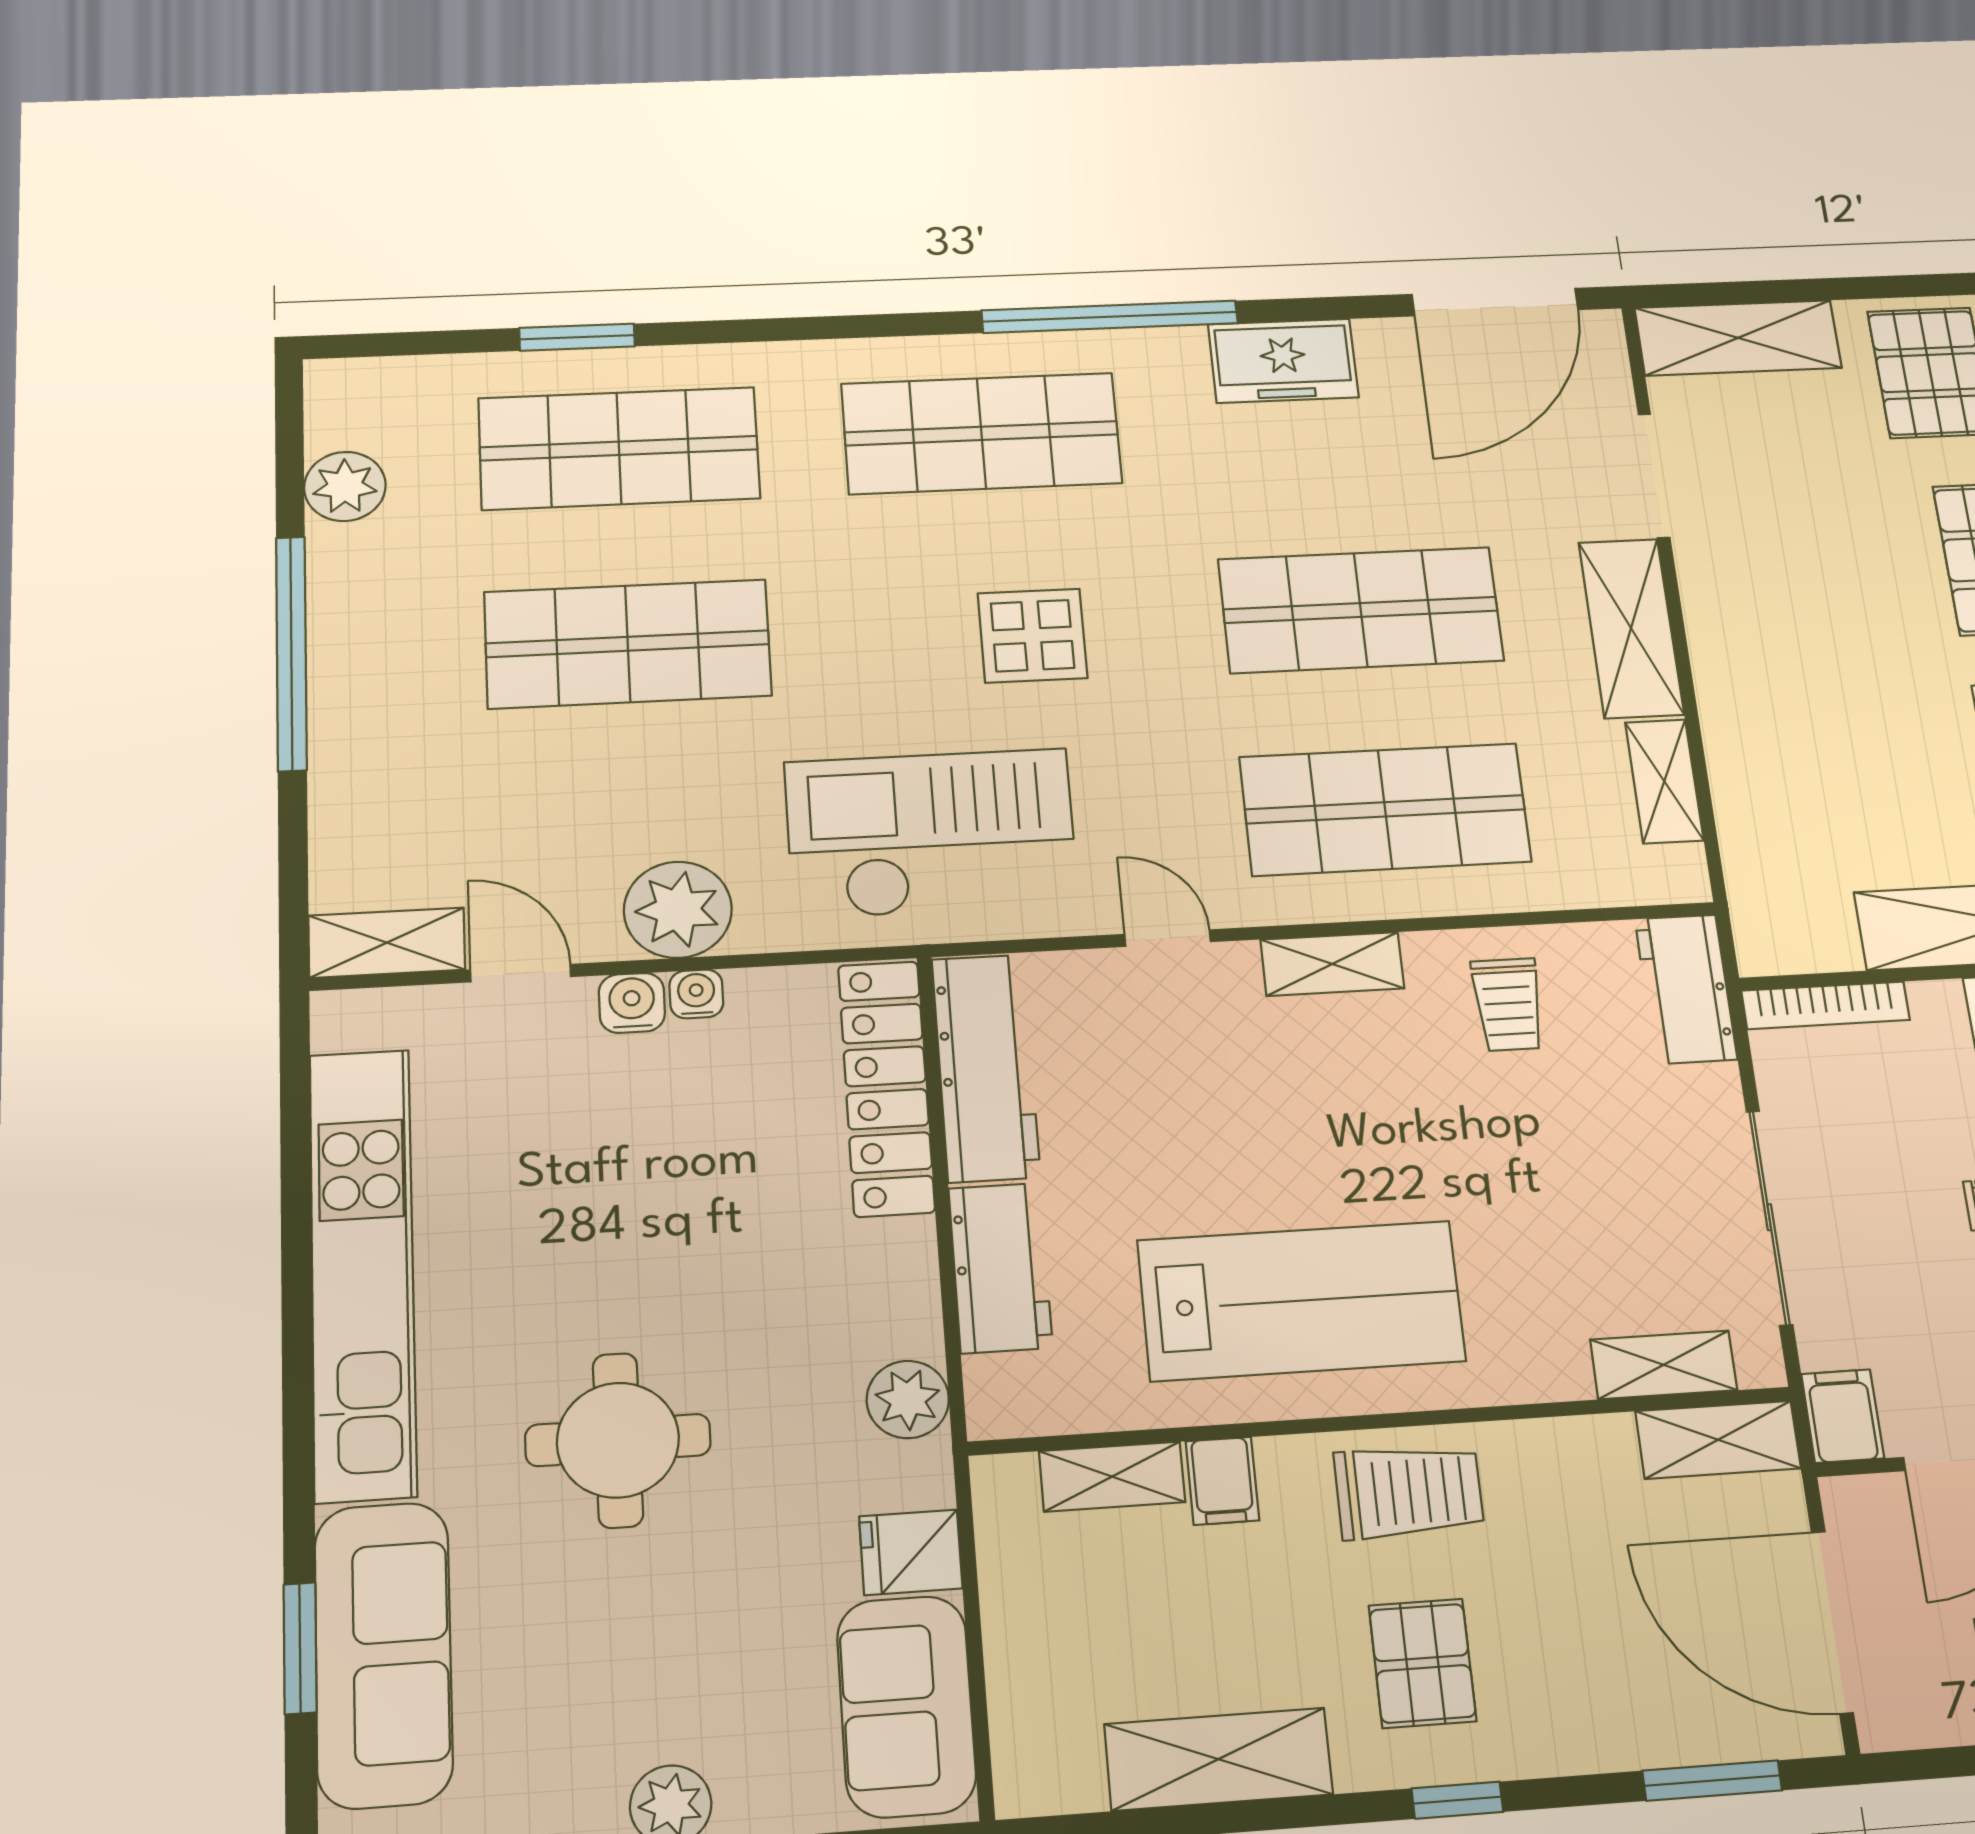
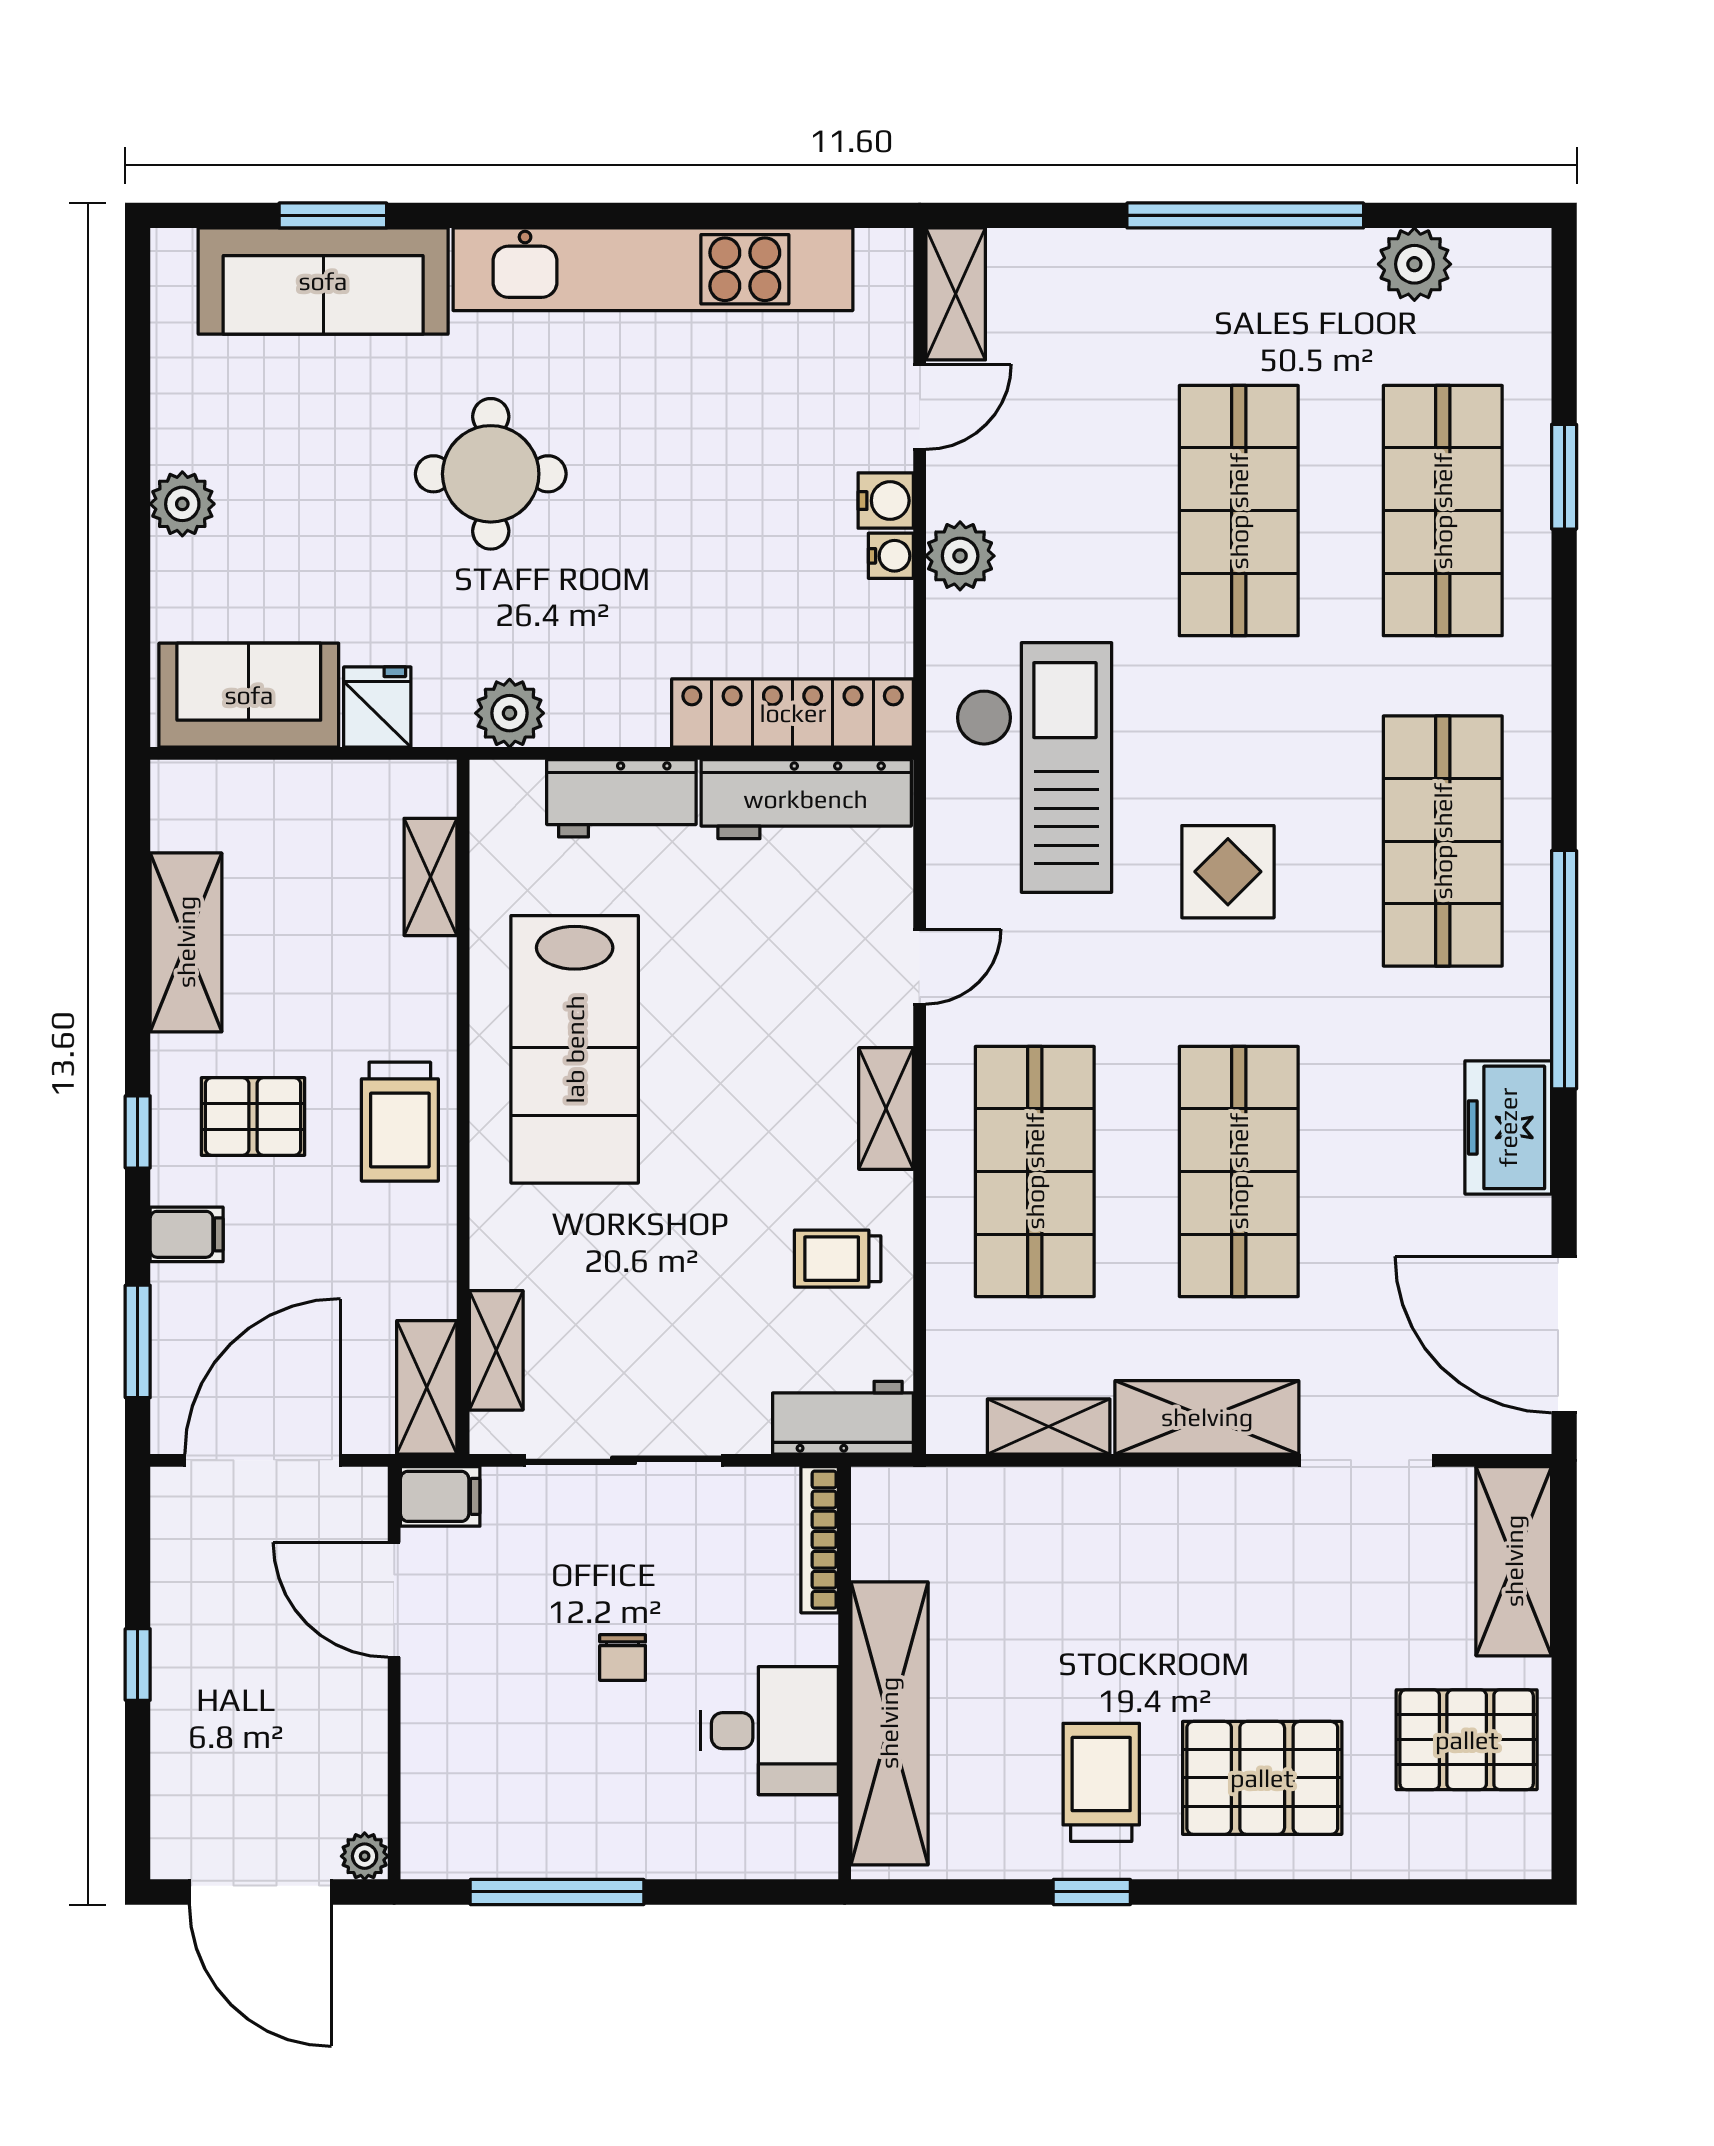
plant: (678, 910) -> (960, 556), width x0.73, depth x0.73
filing cabinet: (1222, 1481) -> (187, 1234), moved, turned 180

